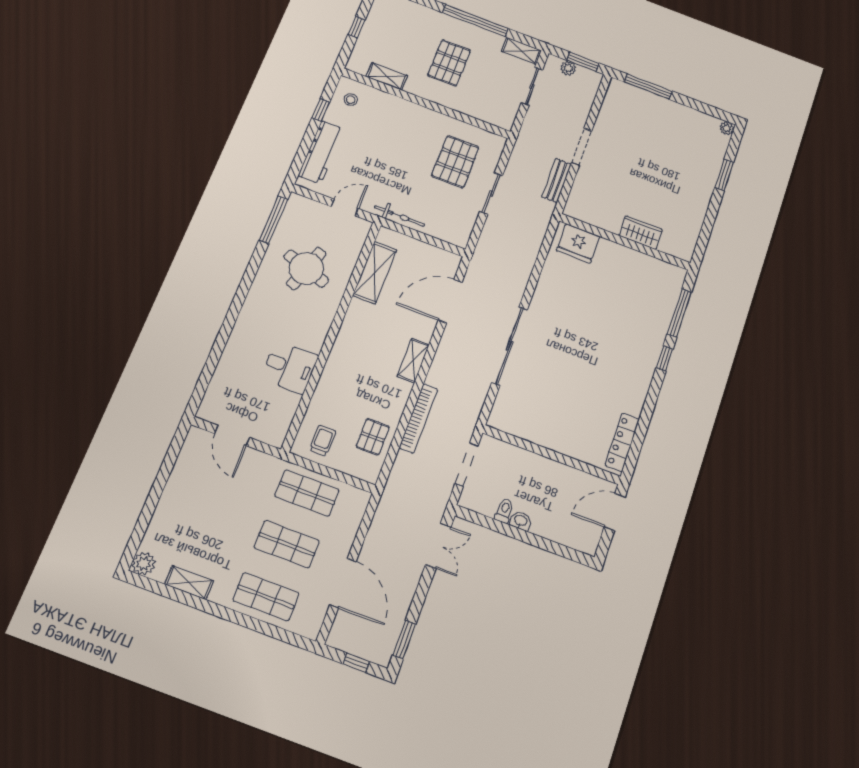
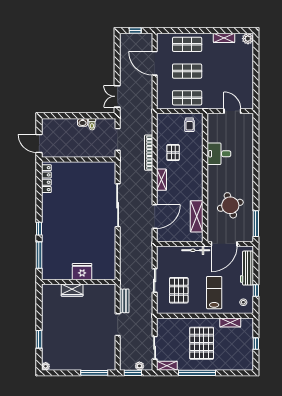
pallet: (449, 63) -> (202, 343), width x1.37, depth x1.41
lab bench: (395, 134) -> (214, 293), added
door: (345, 208) -> (224, 244), width x1.87
fridge: (578, 243) -> (82, 272), moved
round table: (306, 269) -> (230, 205), turned -35
pallet: (373, 437) -> (173, 153), moved
door: (615, 512) -> (39, 143), swing flipped
window: (404, 640) -> (117, 48), removed

